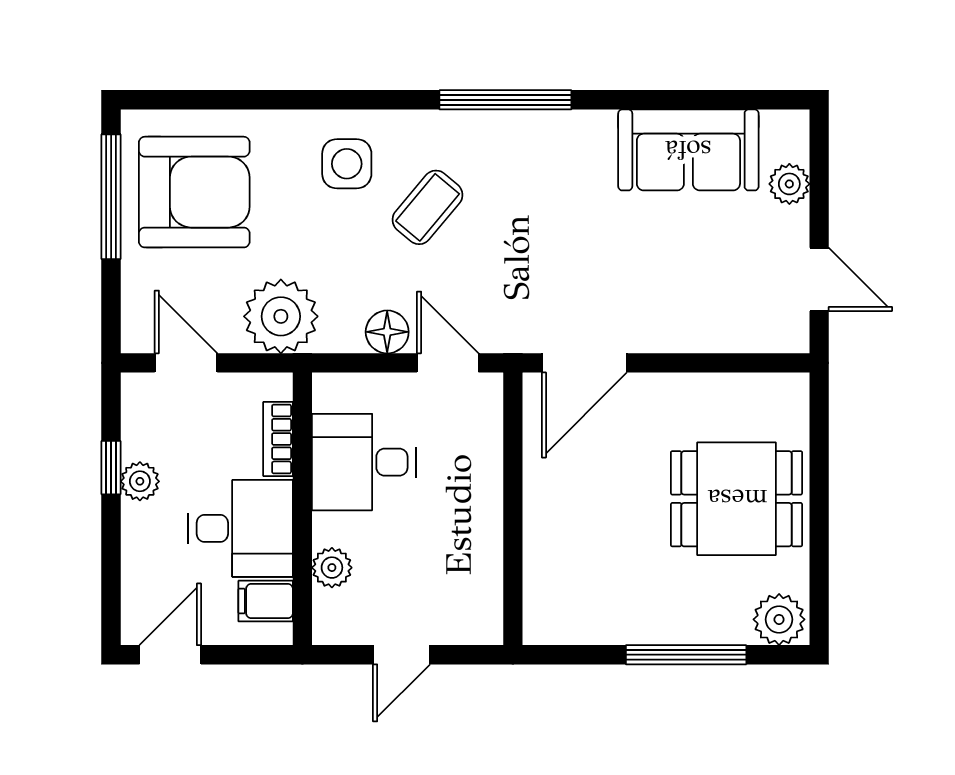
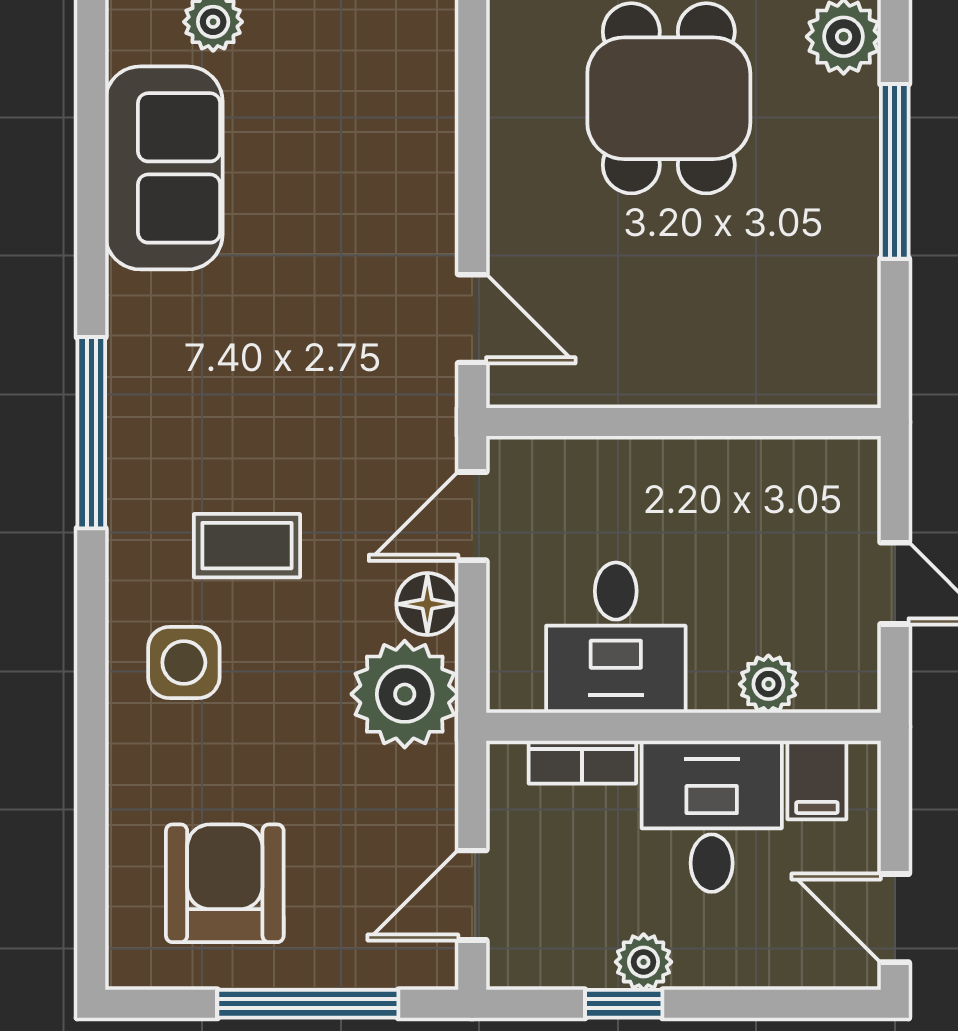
armchair: (194, 192) -> (225, 883), width x0.73, depth x0.73
window: (111, 197) -> (308, 1004), moved
coffee table: (427, 207) -> (247, 546), turned -40
plant: (281, 316) -> (405, 694), moved
door: (584, 363) -> (472, 319), width x0.73

